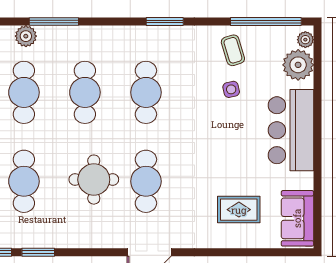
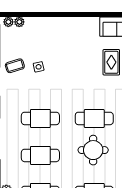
plant: (298, 65) -> (19, 22), width x0.53, depth x0.53
bar counter: (291, 130) -> (63, 31), removed

